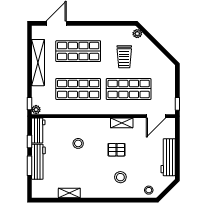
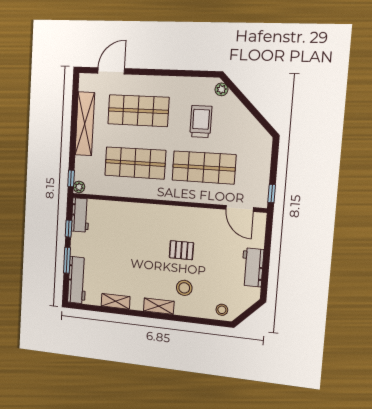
trolley: (124, 57) -> (201, 122), turned 180
door: (156, 116) -> (240, 208), hinge flipped
shelving: (122, 123) -> (159, 306), moved
stool: (78, 143) -> (131, 237), removed
workbench: (168, 157) -> (252, 267), width x0.73
workbench: (38, 162) -> (77, 280), moved

